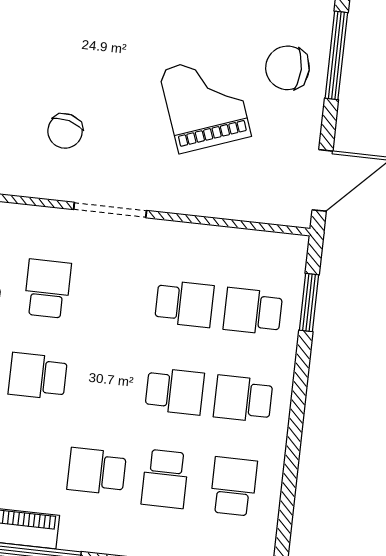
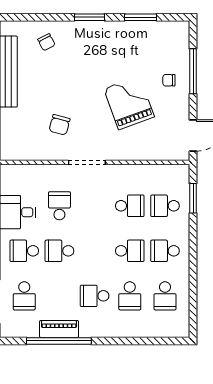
chair: (287, 68) -> (169, 80), width x0.54, depth x0.54
school desk: (233, 486) -> (165, 296), turned 180

